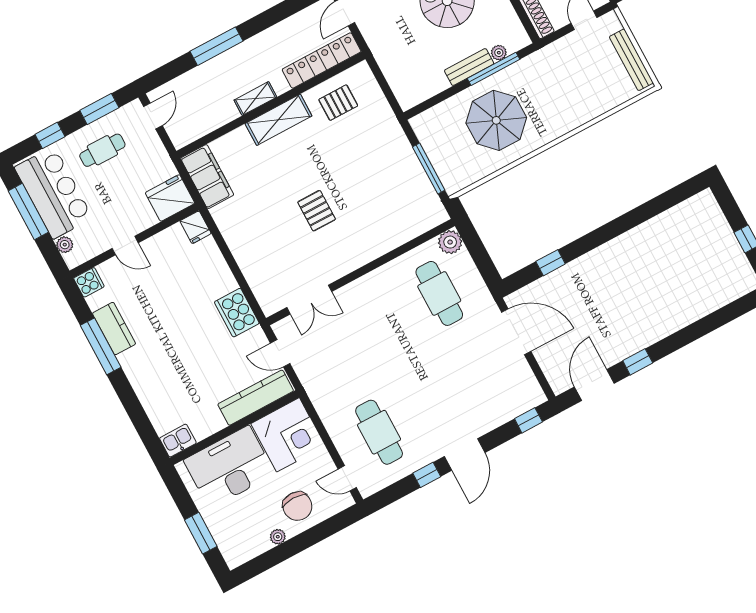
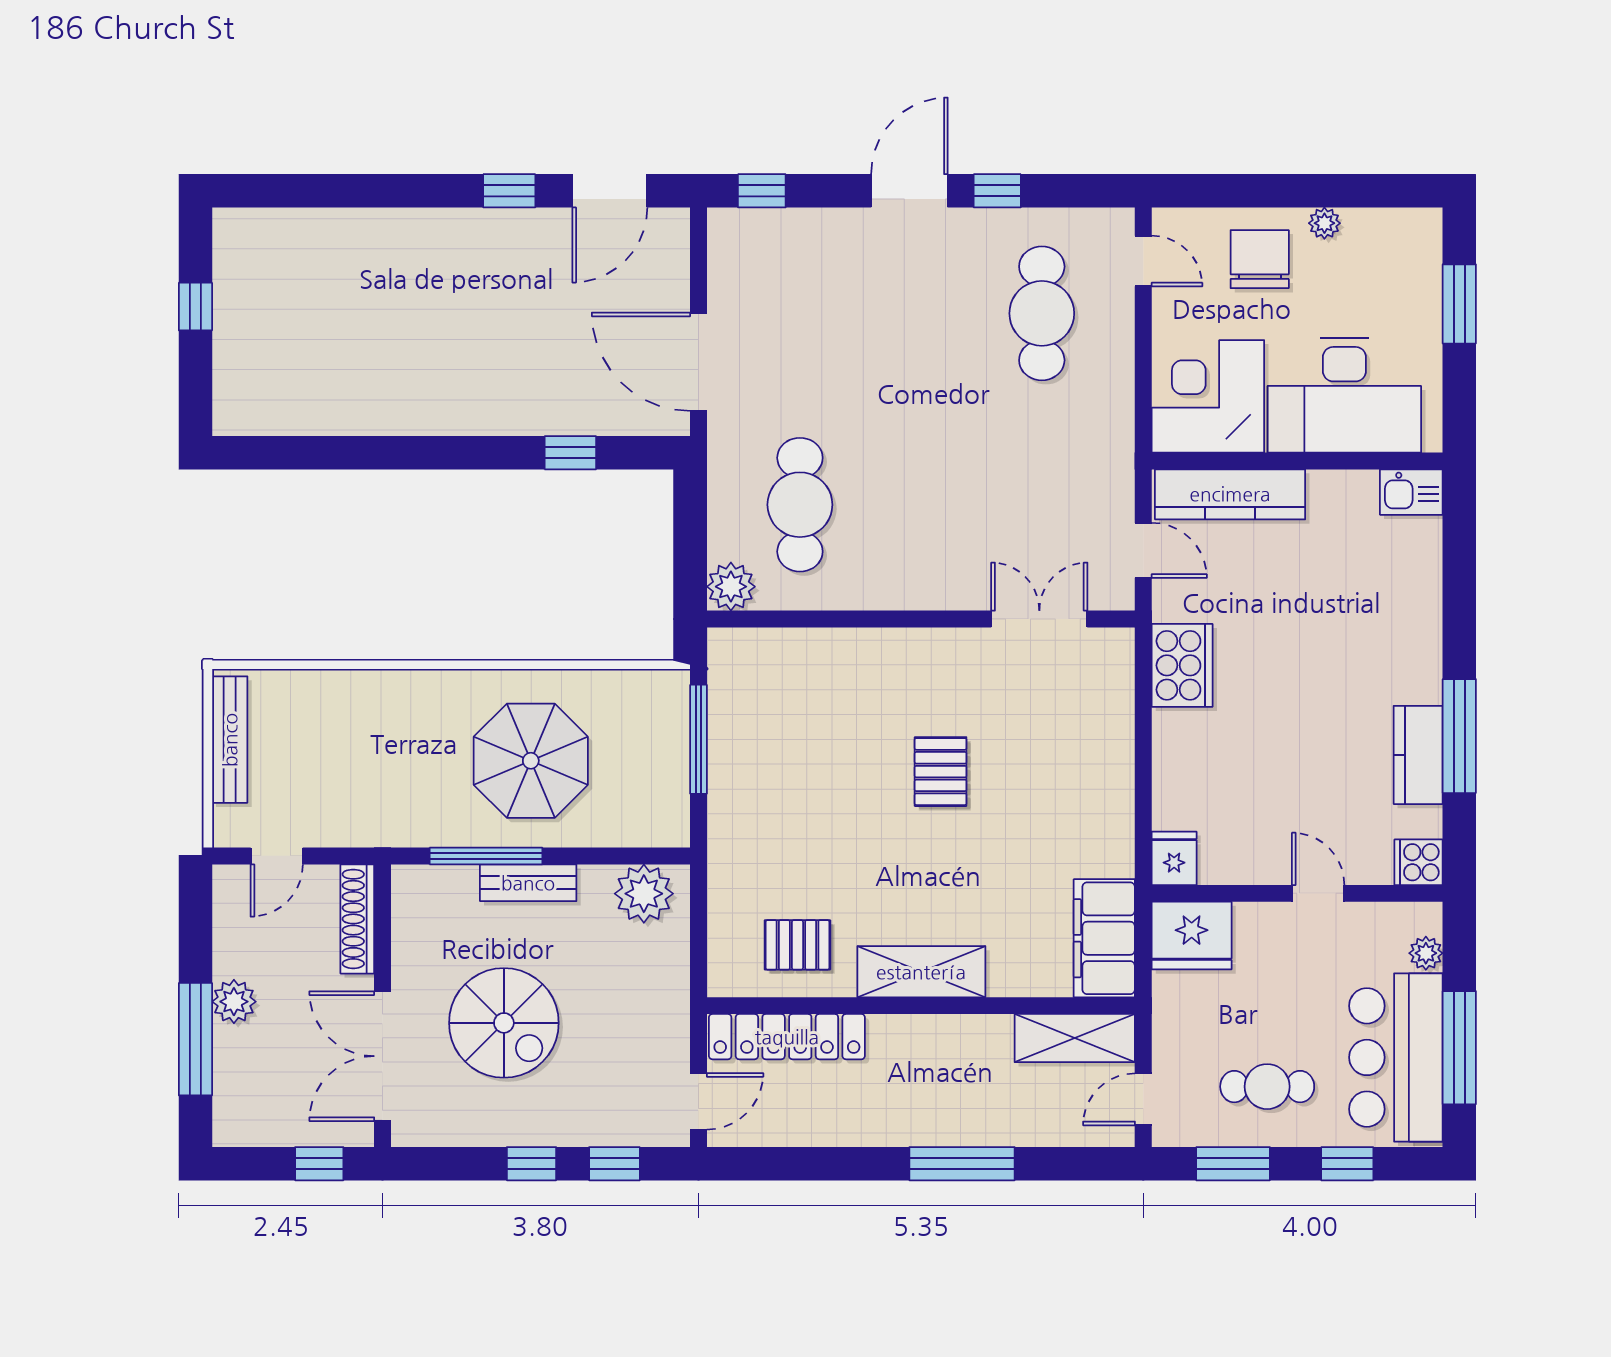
plant: (499, 53) -> (644, 894), moved, width x1.87, depth x1.87
shelving: (255, 99) -> (1075, 1038), moved, width x1.50, depth x1.33

